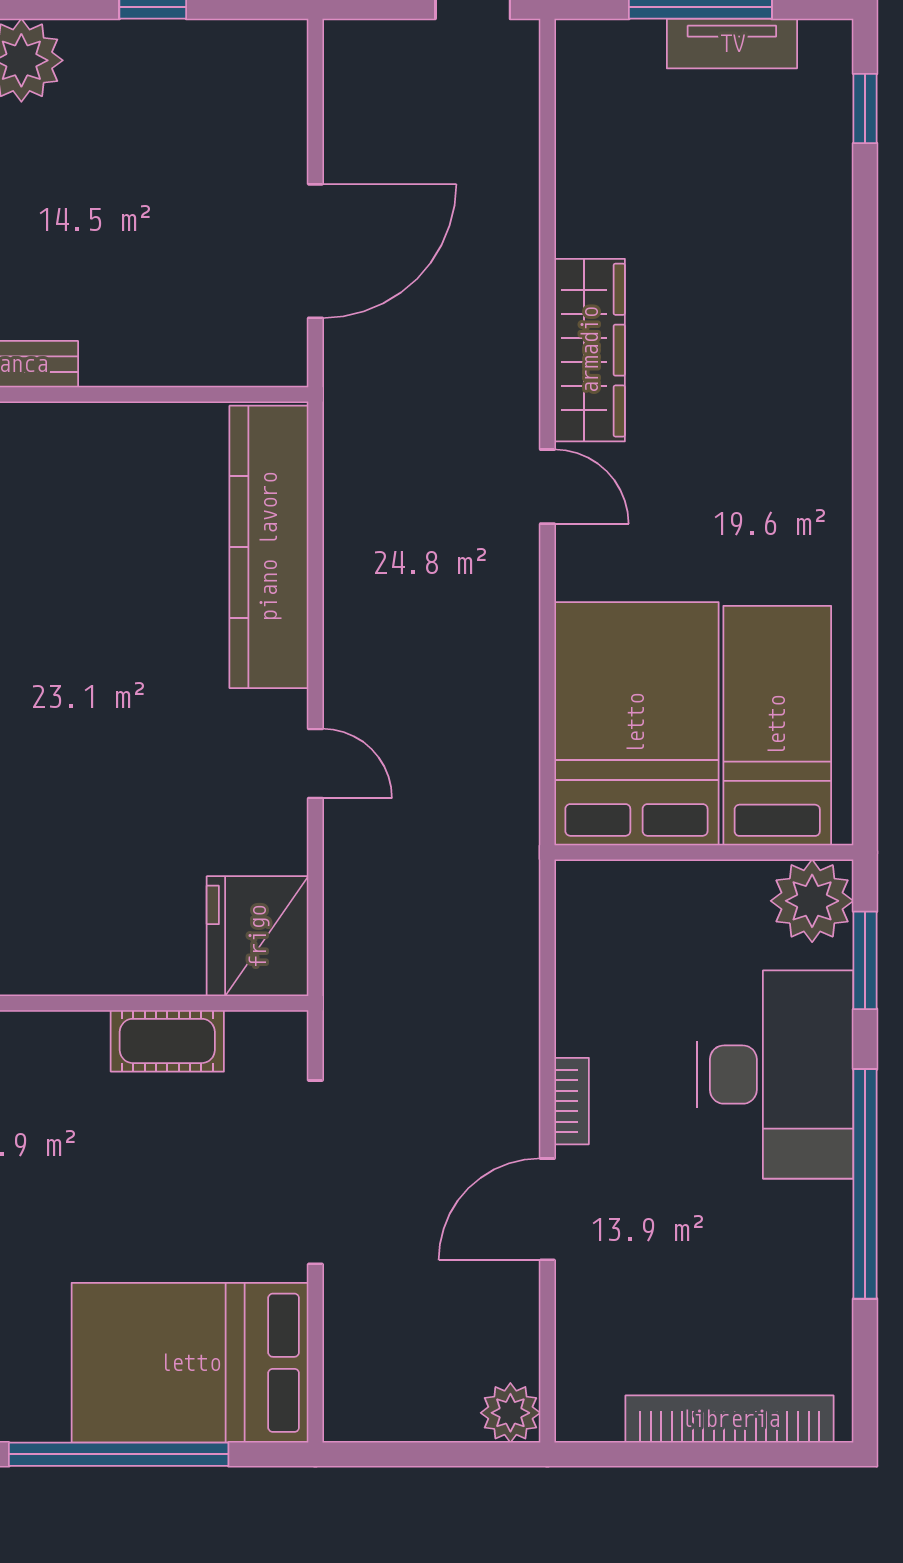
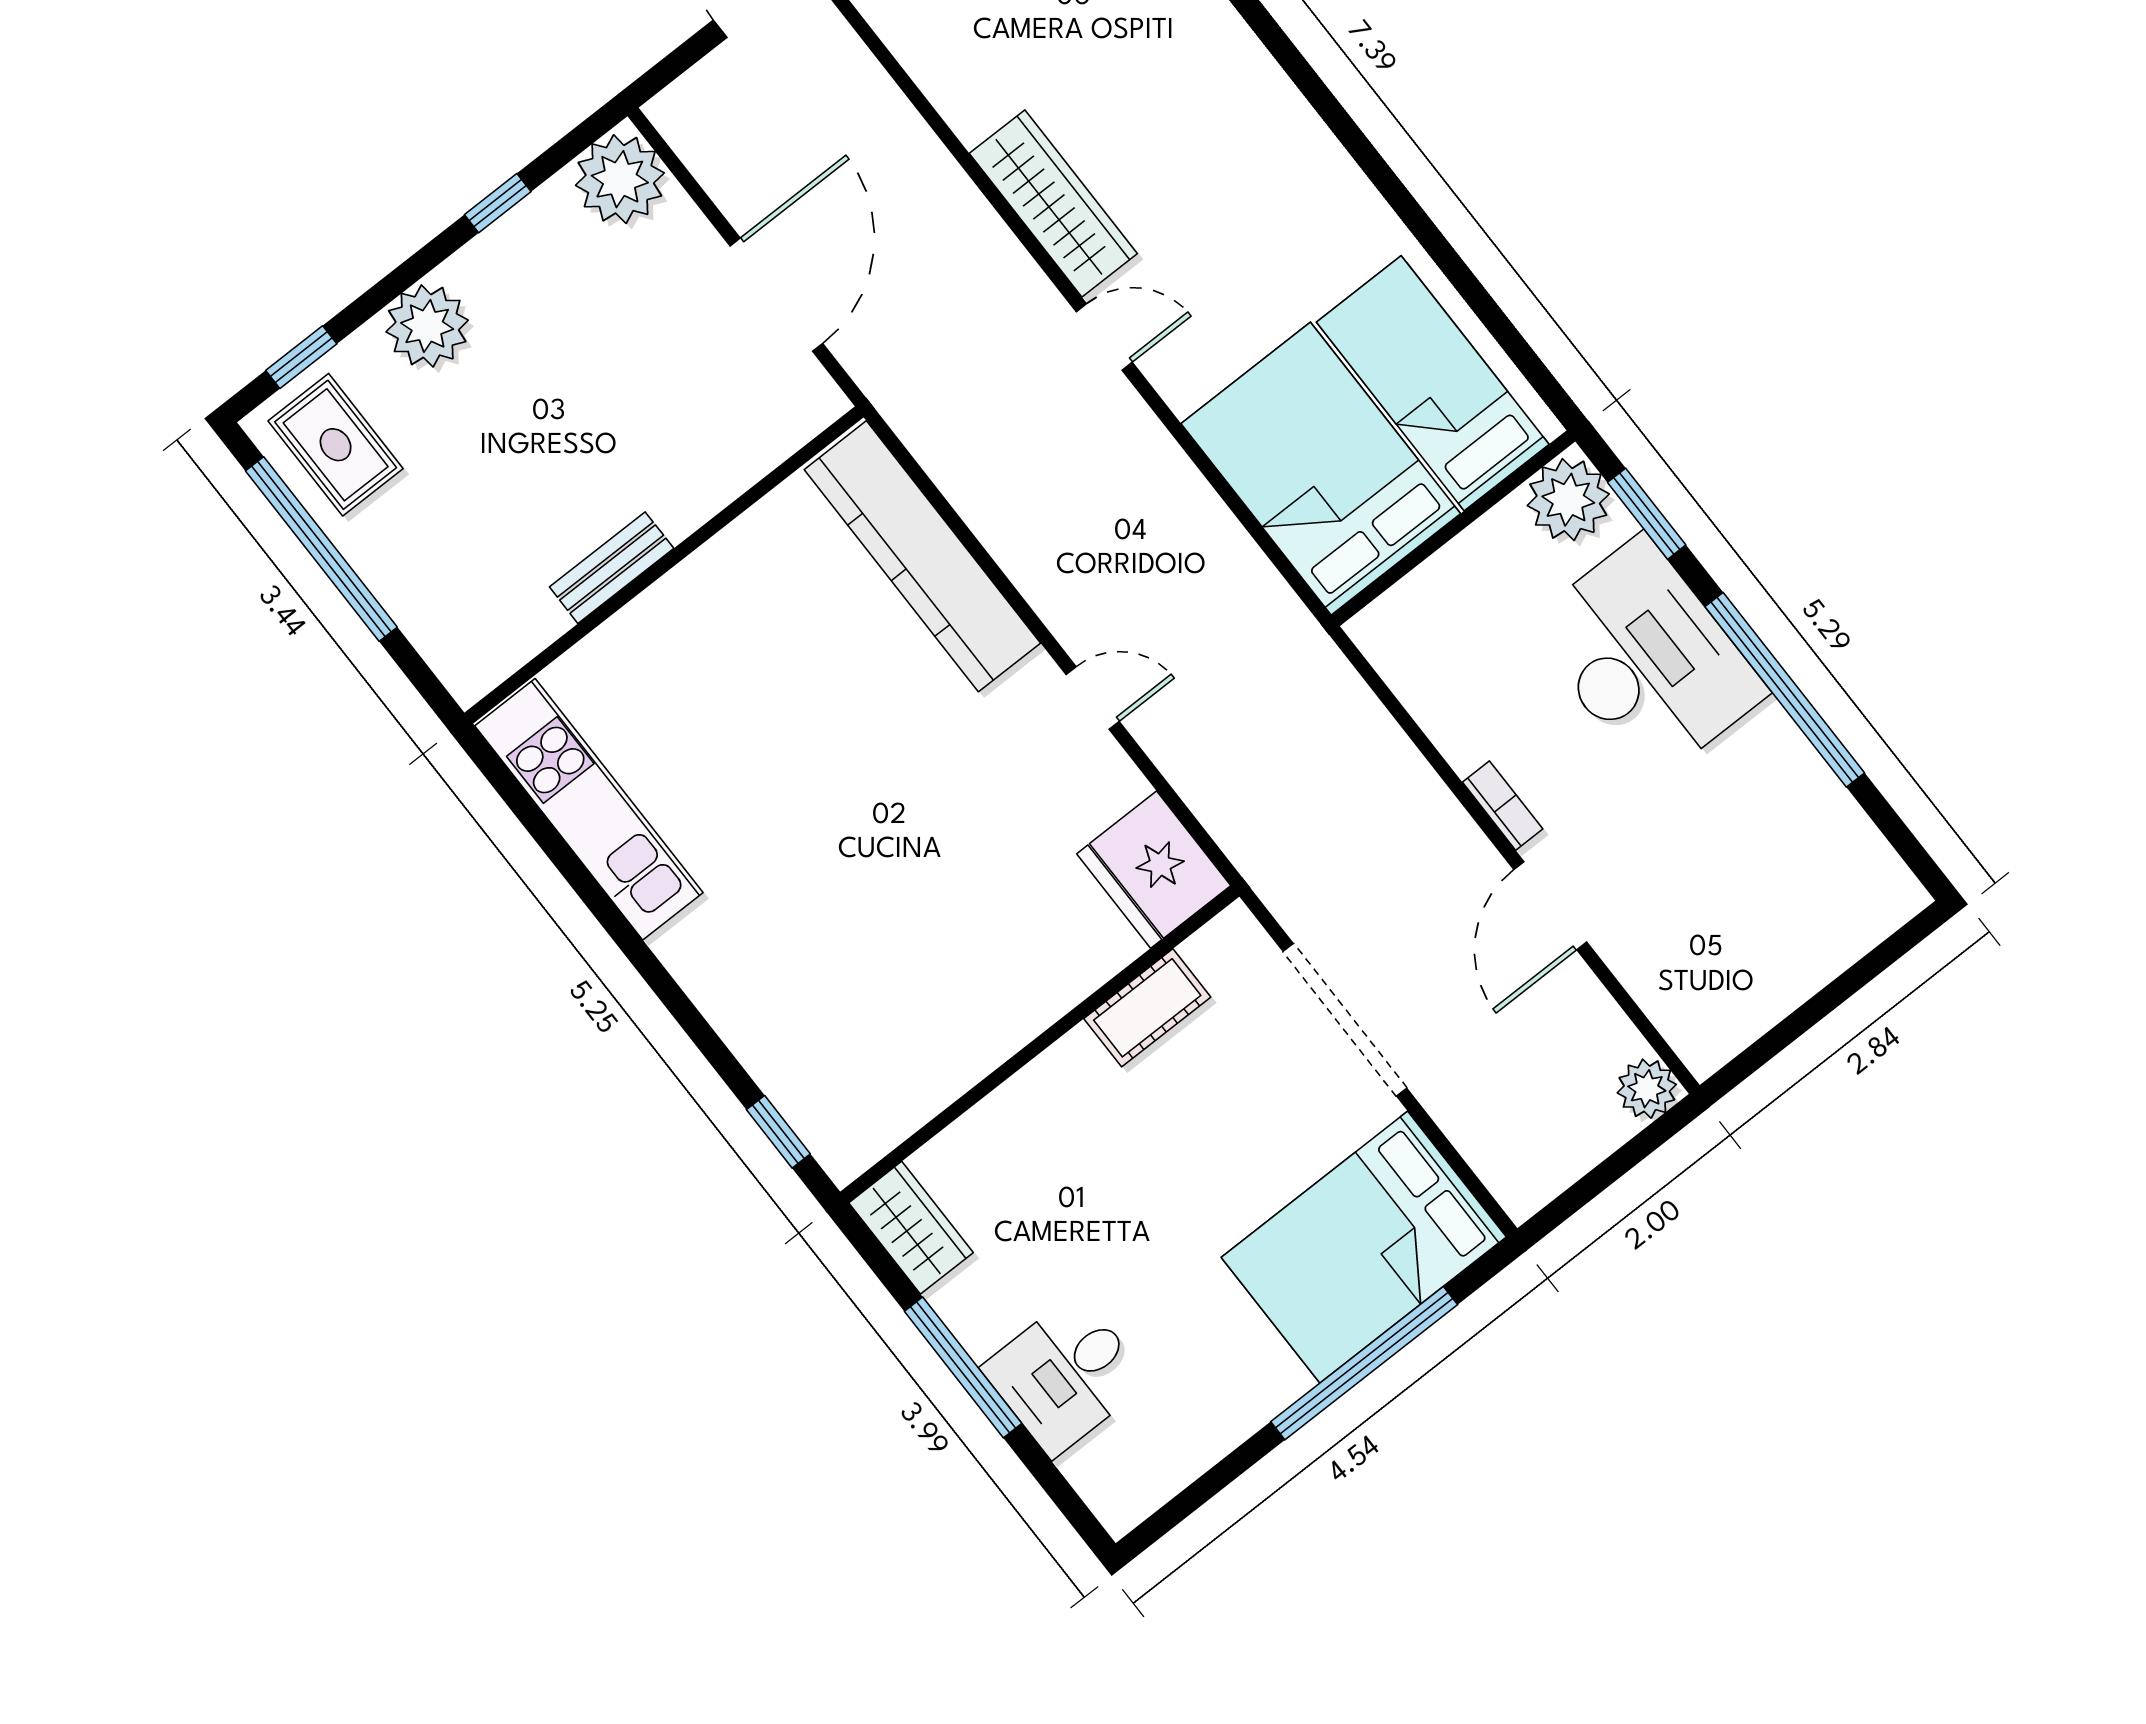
plant: (264, 64) -> (620, 179), added
bookcase: (730, 1419) -> (1823, 958), removed

